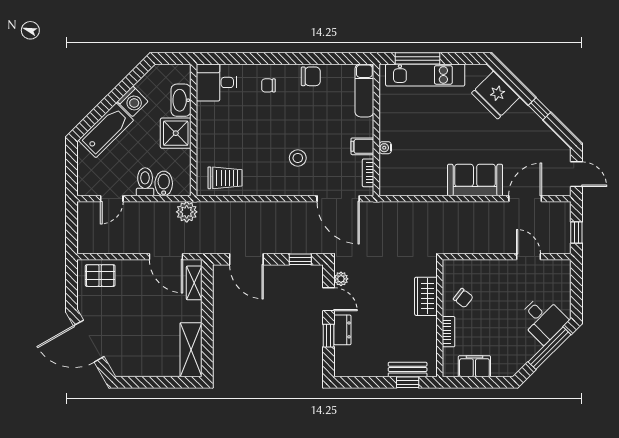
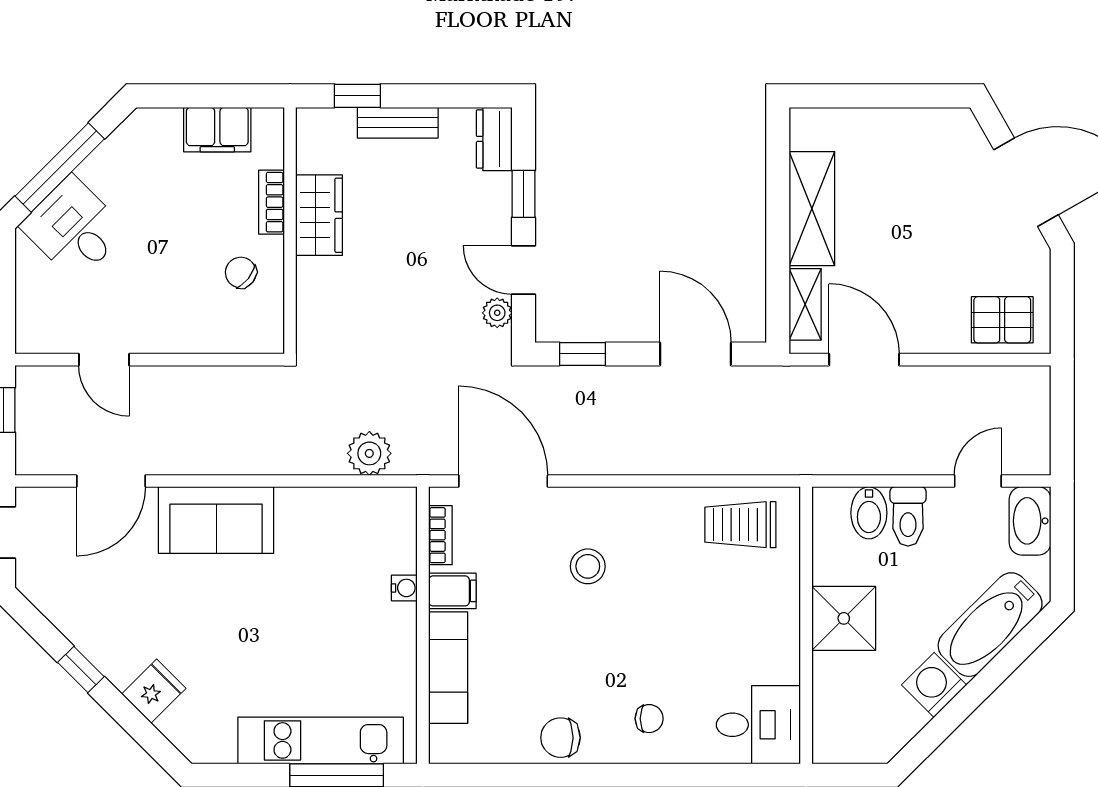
exam couch: (364, 90) -> (448, 668), moved
fridge: (496, 95) -> (154, 691), width x0.53, depth x0.75
washbasin: (181, 100) -> (1030, 521), moved, turned 180
plant: (187, 212) -> (369, 453), moved
wardrobe: (426, 296) -> (319, 215), moved
dresser: (342, 330) -> (494, 139), moved
shelving: (191, 350) -> (812, 209), moved
bench: (408, 370) -> (398, 123), moved

